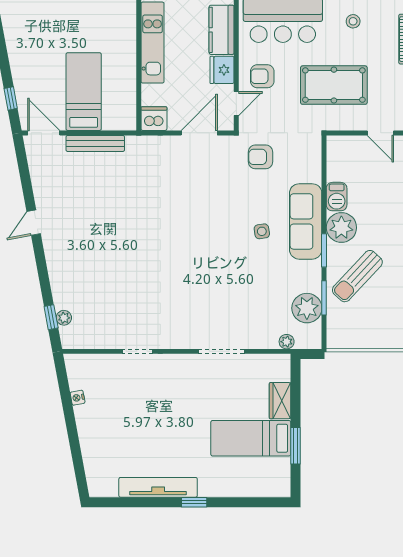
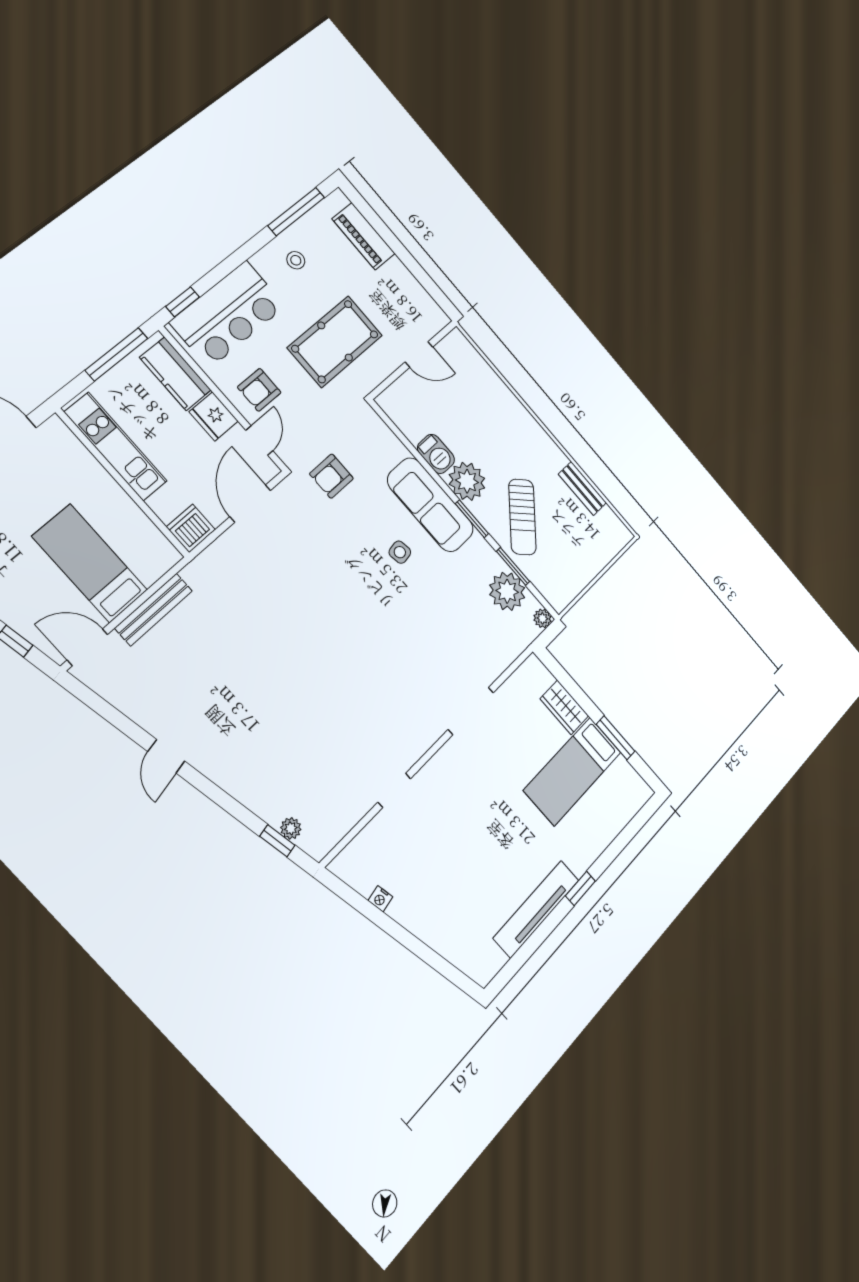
plant: (287, 342) -> (542, 618), moved

